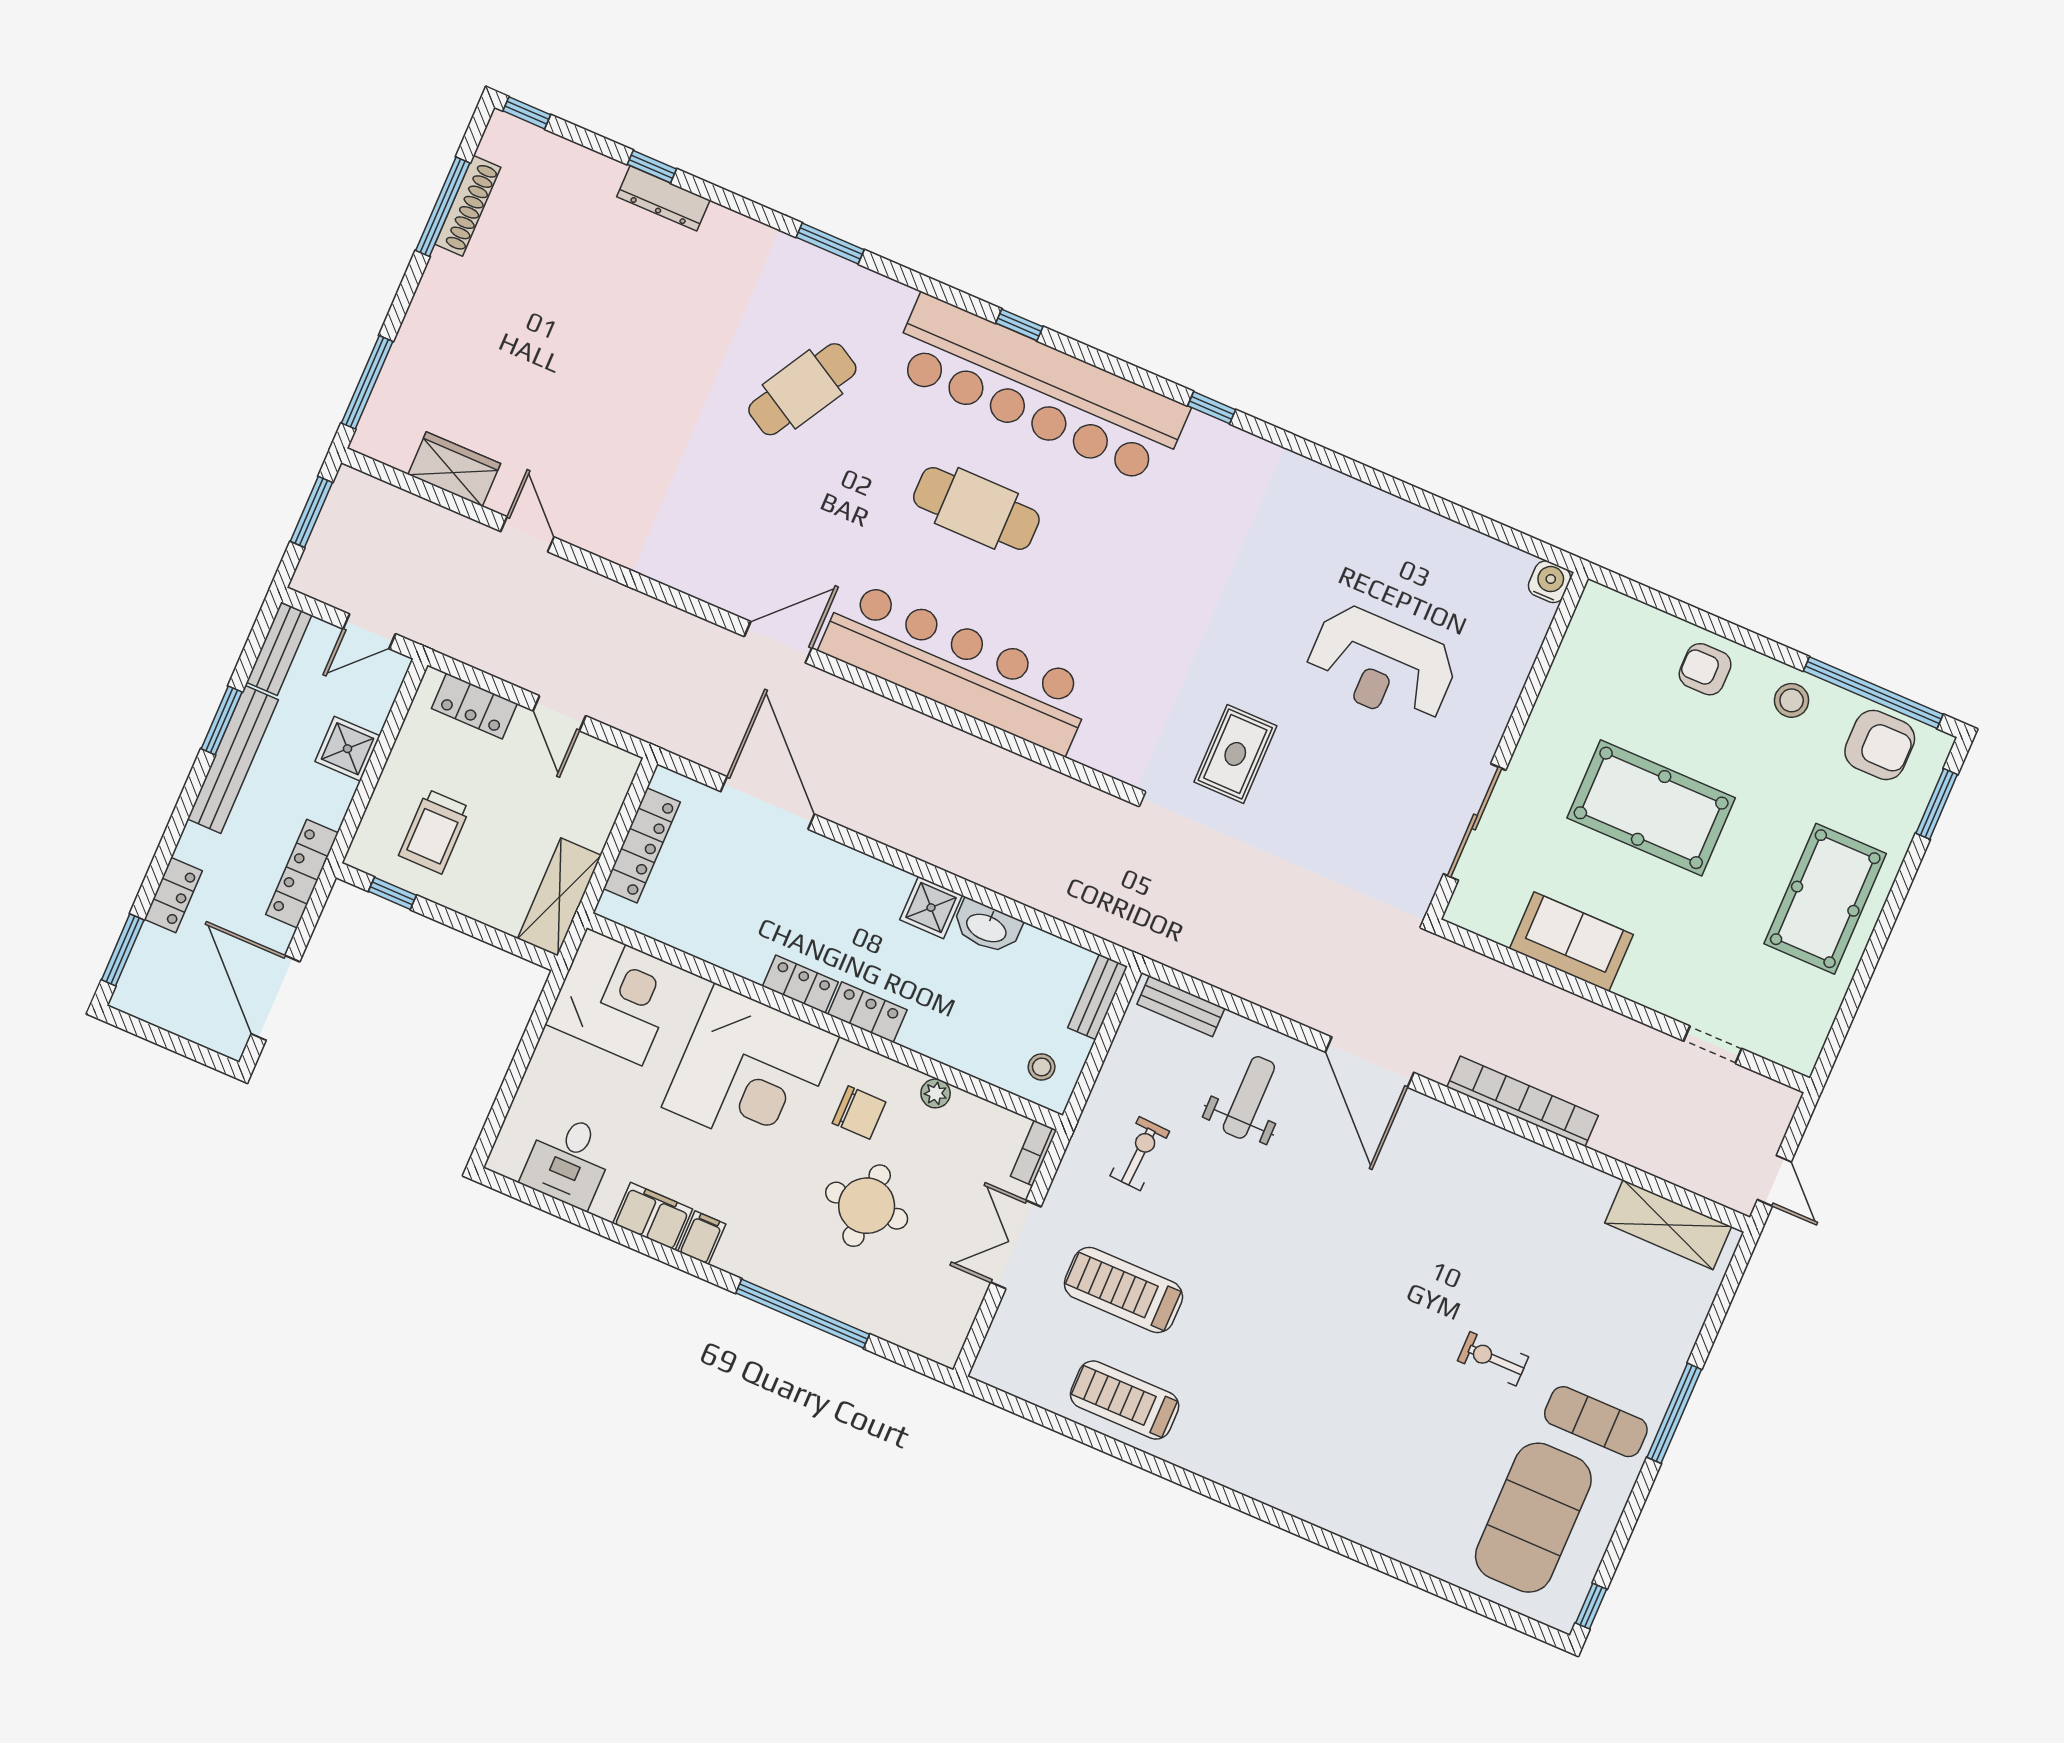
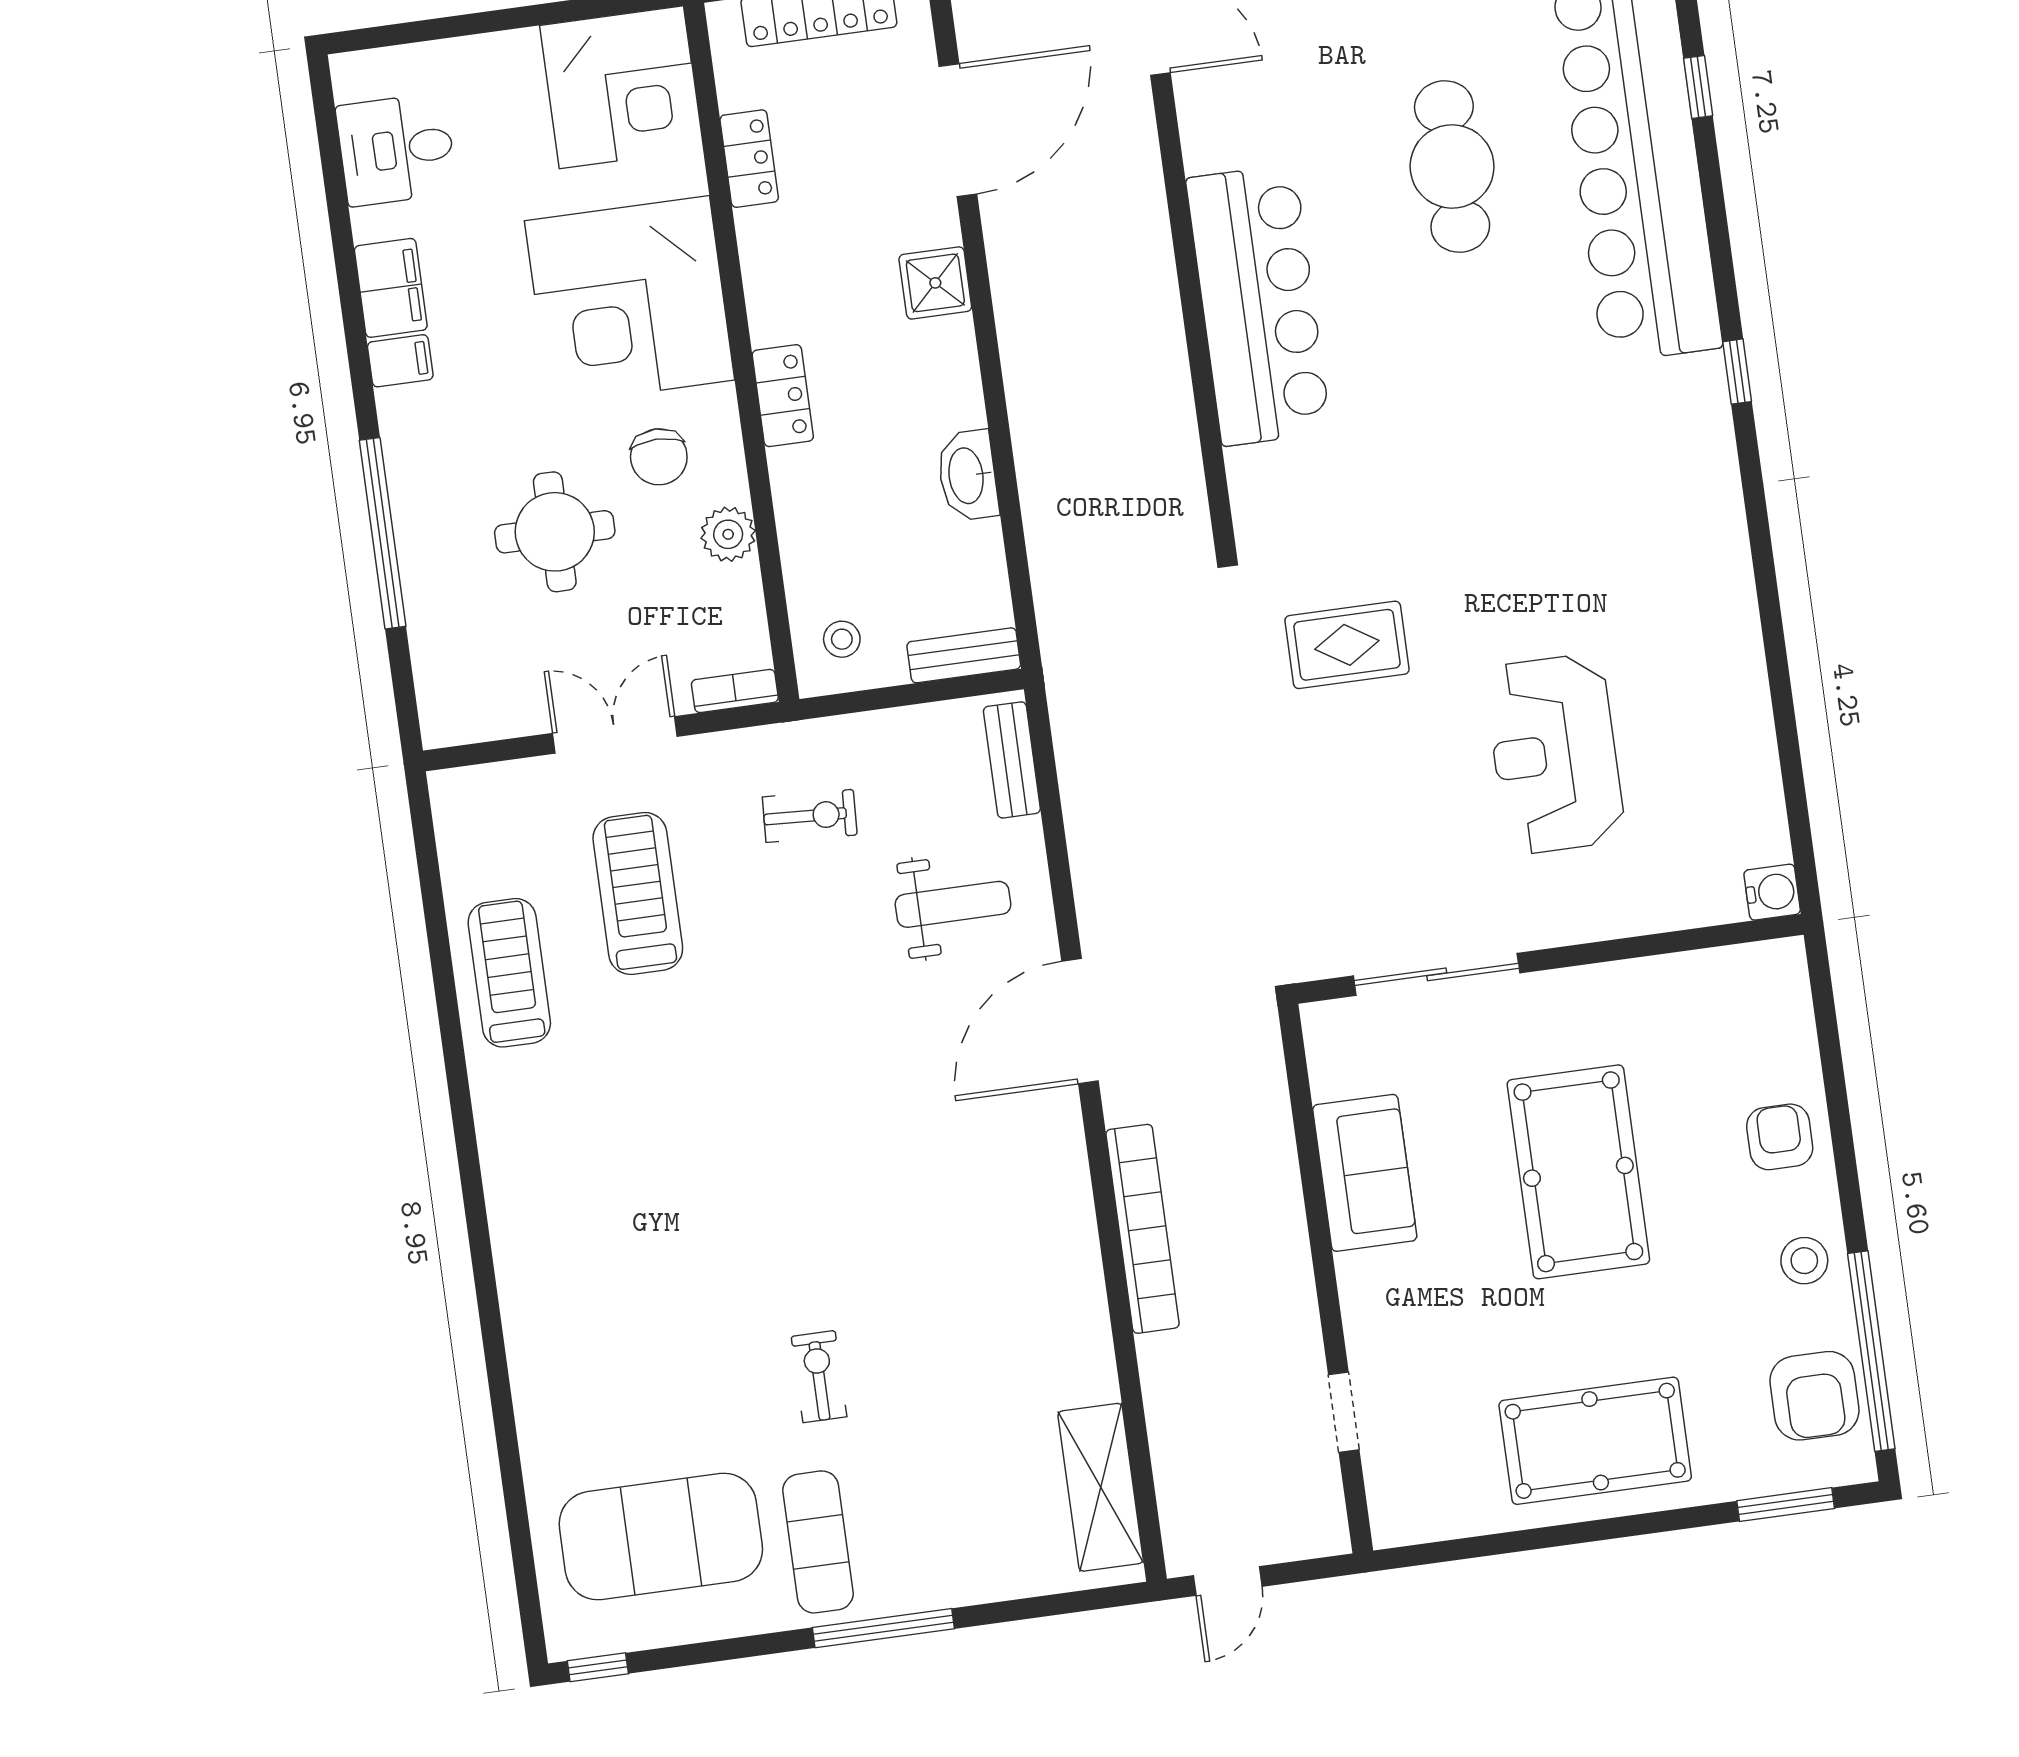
bar counter: (957, 667) -> (1258, 305), width x0.73
shower: (931, 908) -> (935, 283), moved
locker: (800, 984) -> (749, 159), moved
plant: (936, 1093) -> (728, 534), width x1.38, depth x1.38

